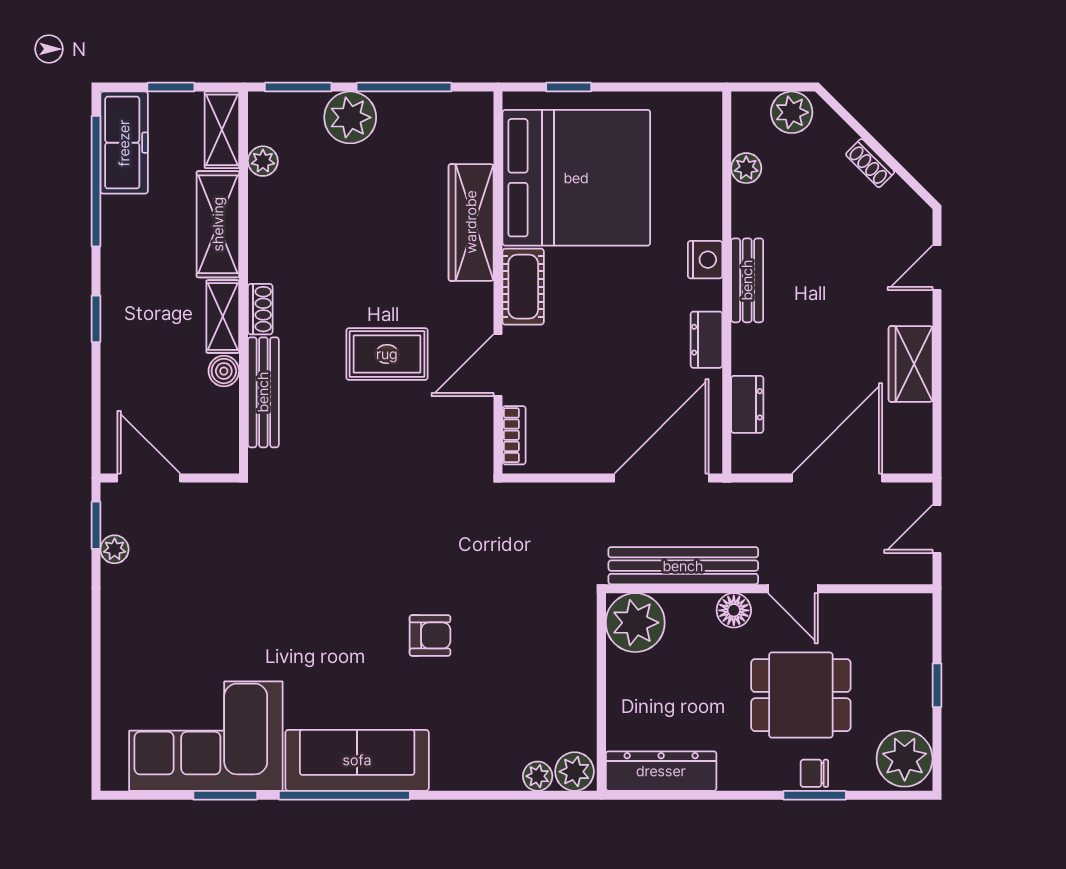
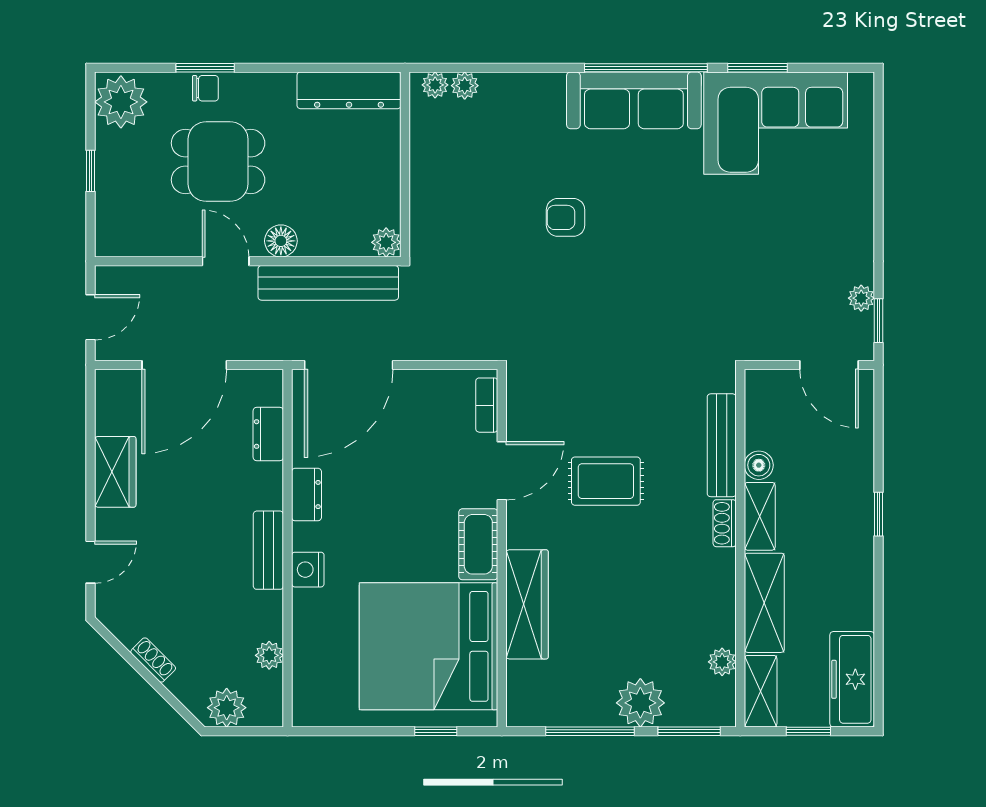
window: (96, 181) -> (879, 643), removed
plant: (635, 623) -> (386, 242), width x0.53, depth x0.53
plant: (575, 772) -> (435, 85), width x0.73, depth x0.73

